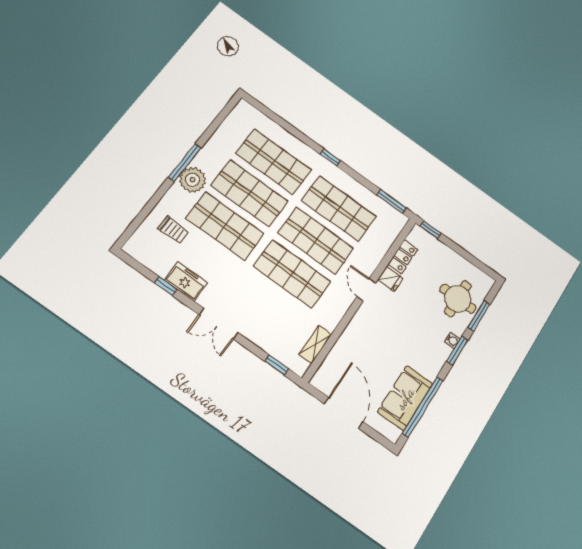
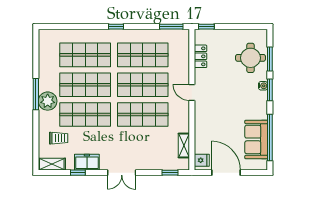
shelving: (142, 254) -> (52, 164), added
fridge: (390, 279) -> (202, 160), moved

